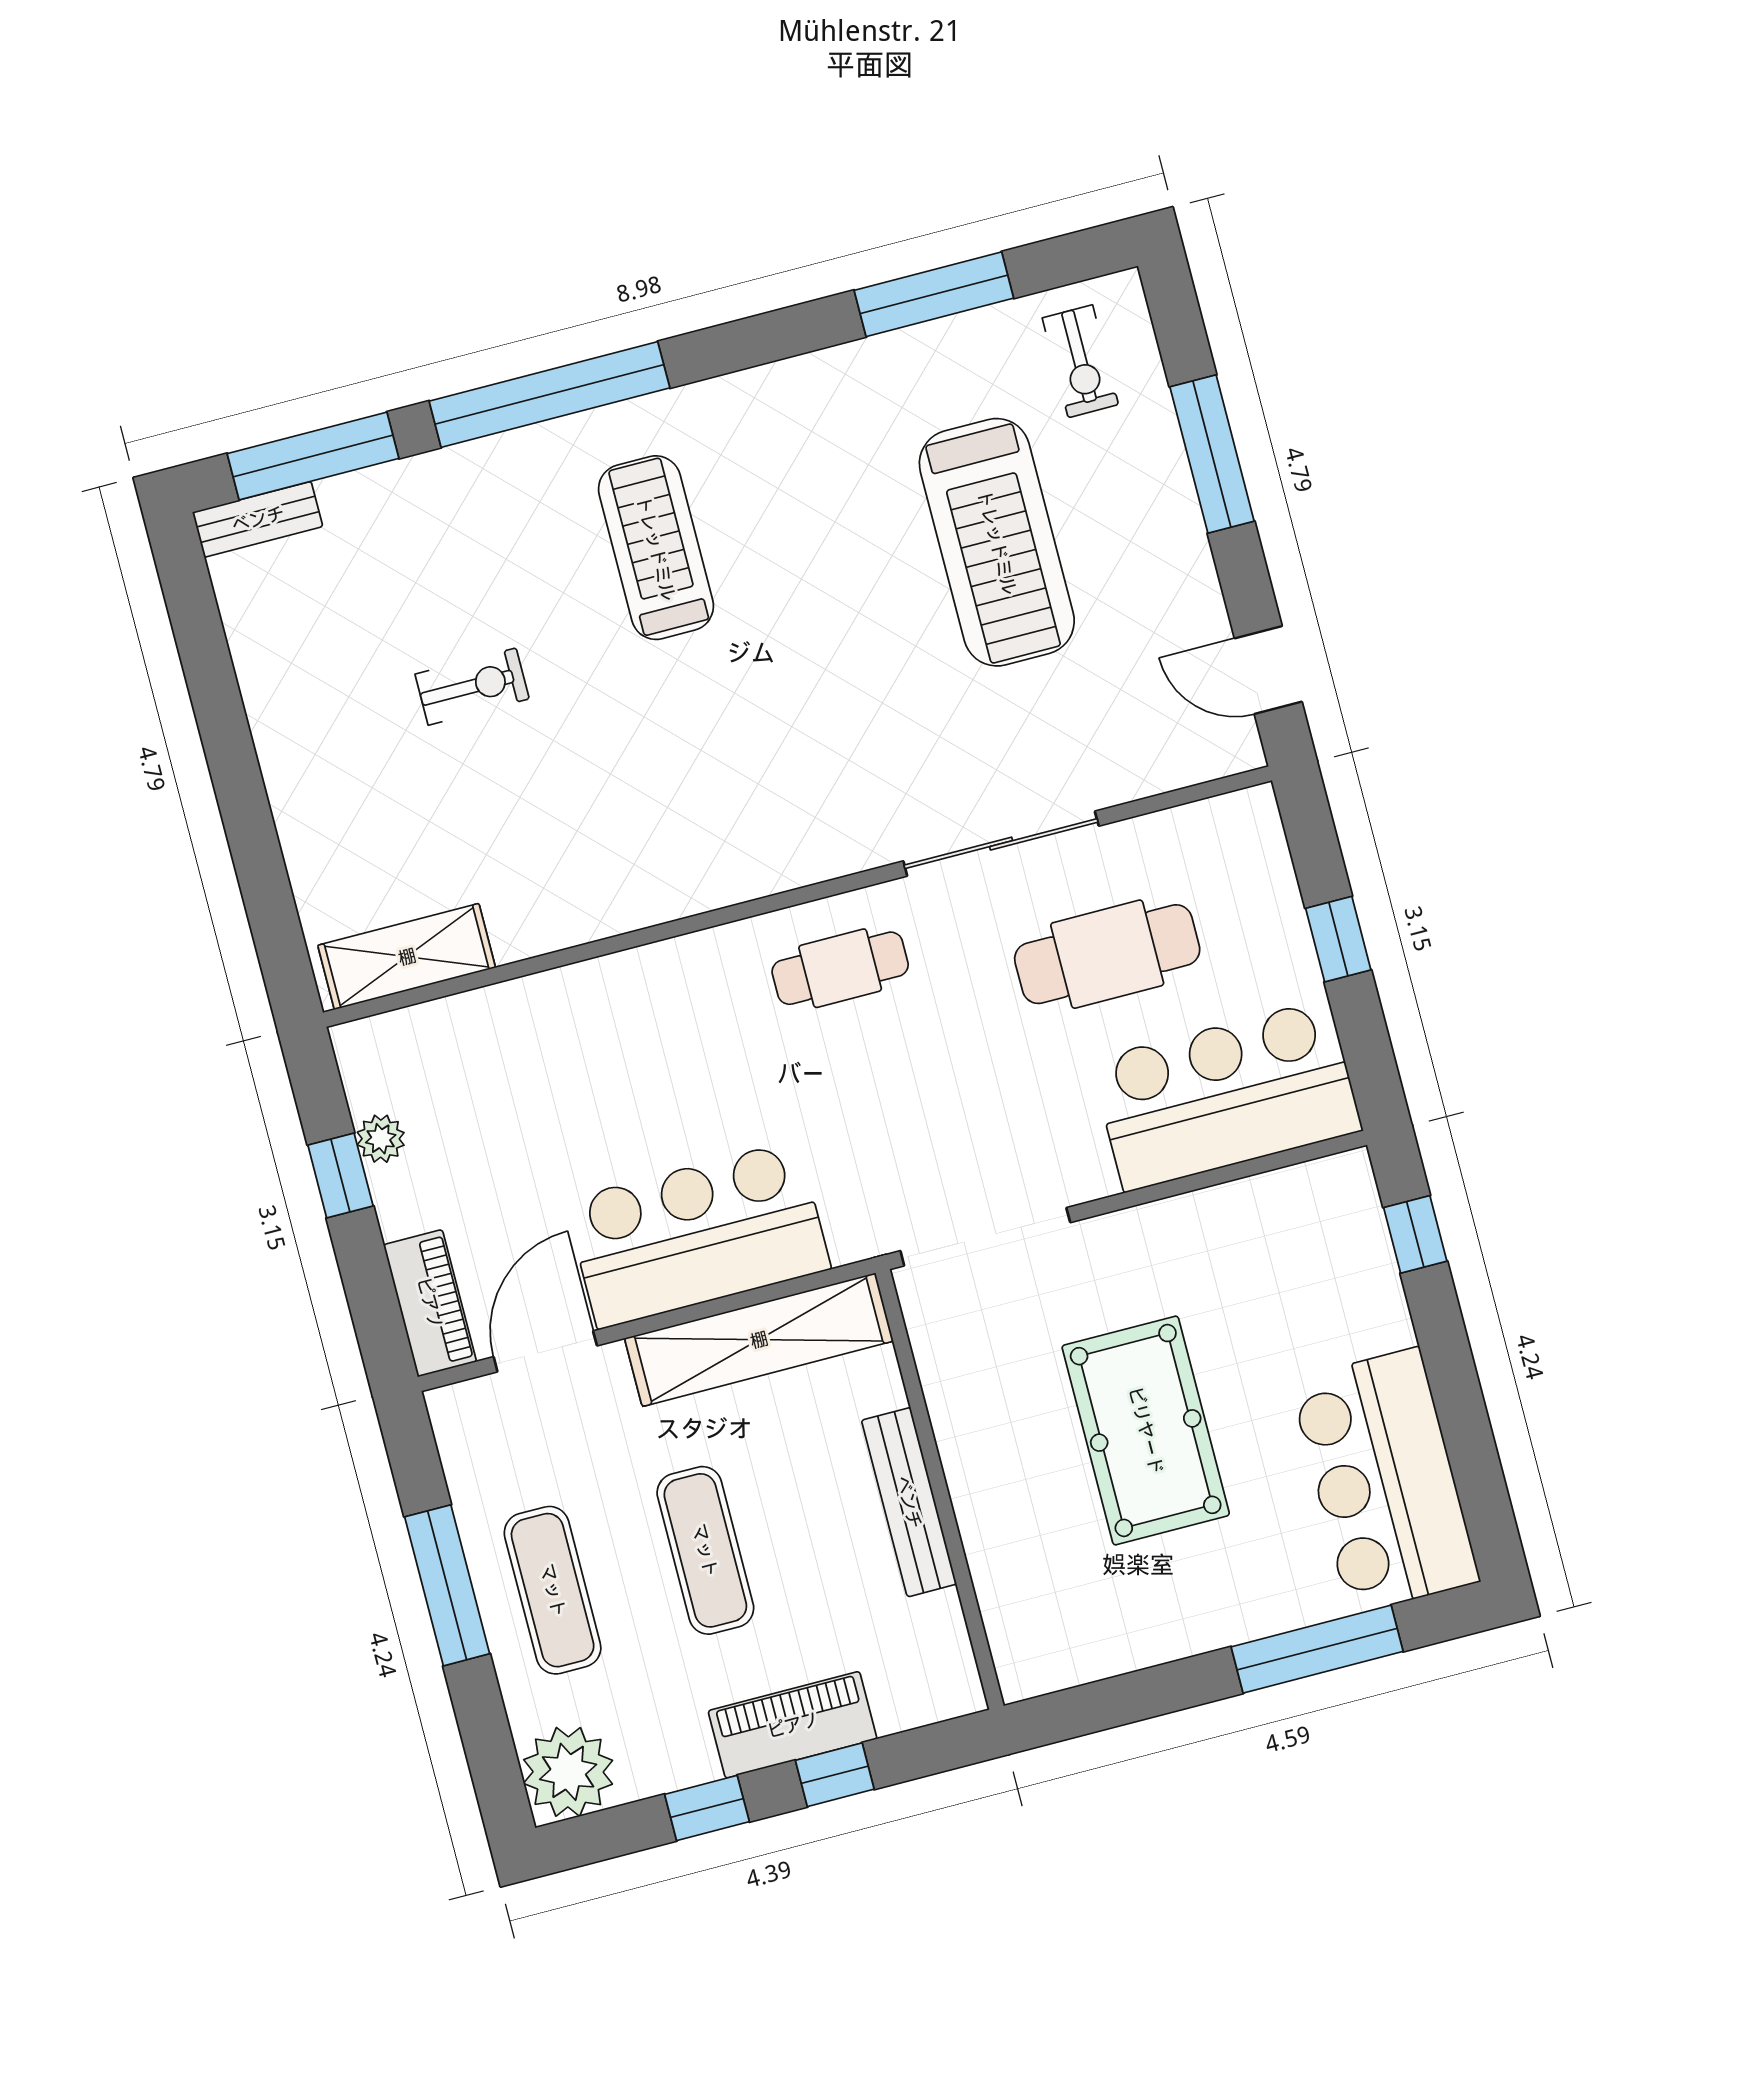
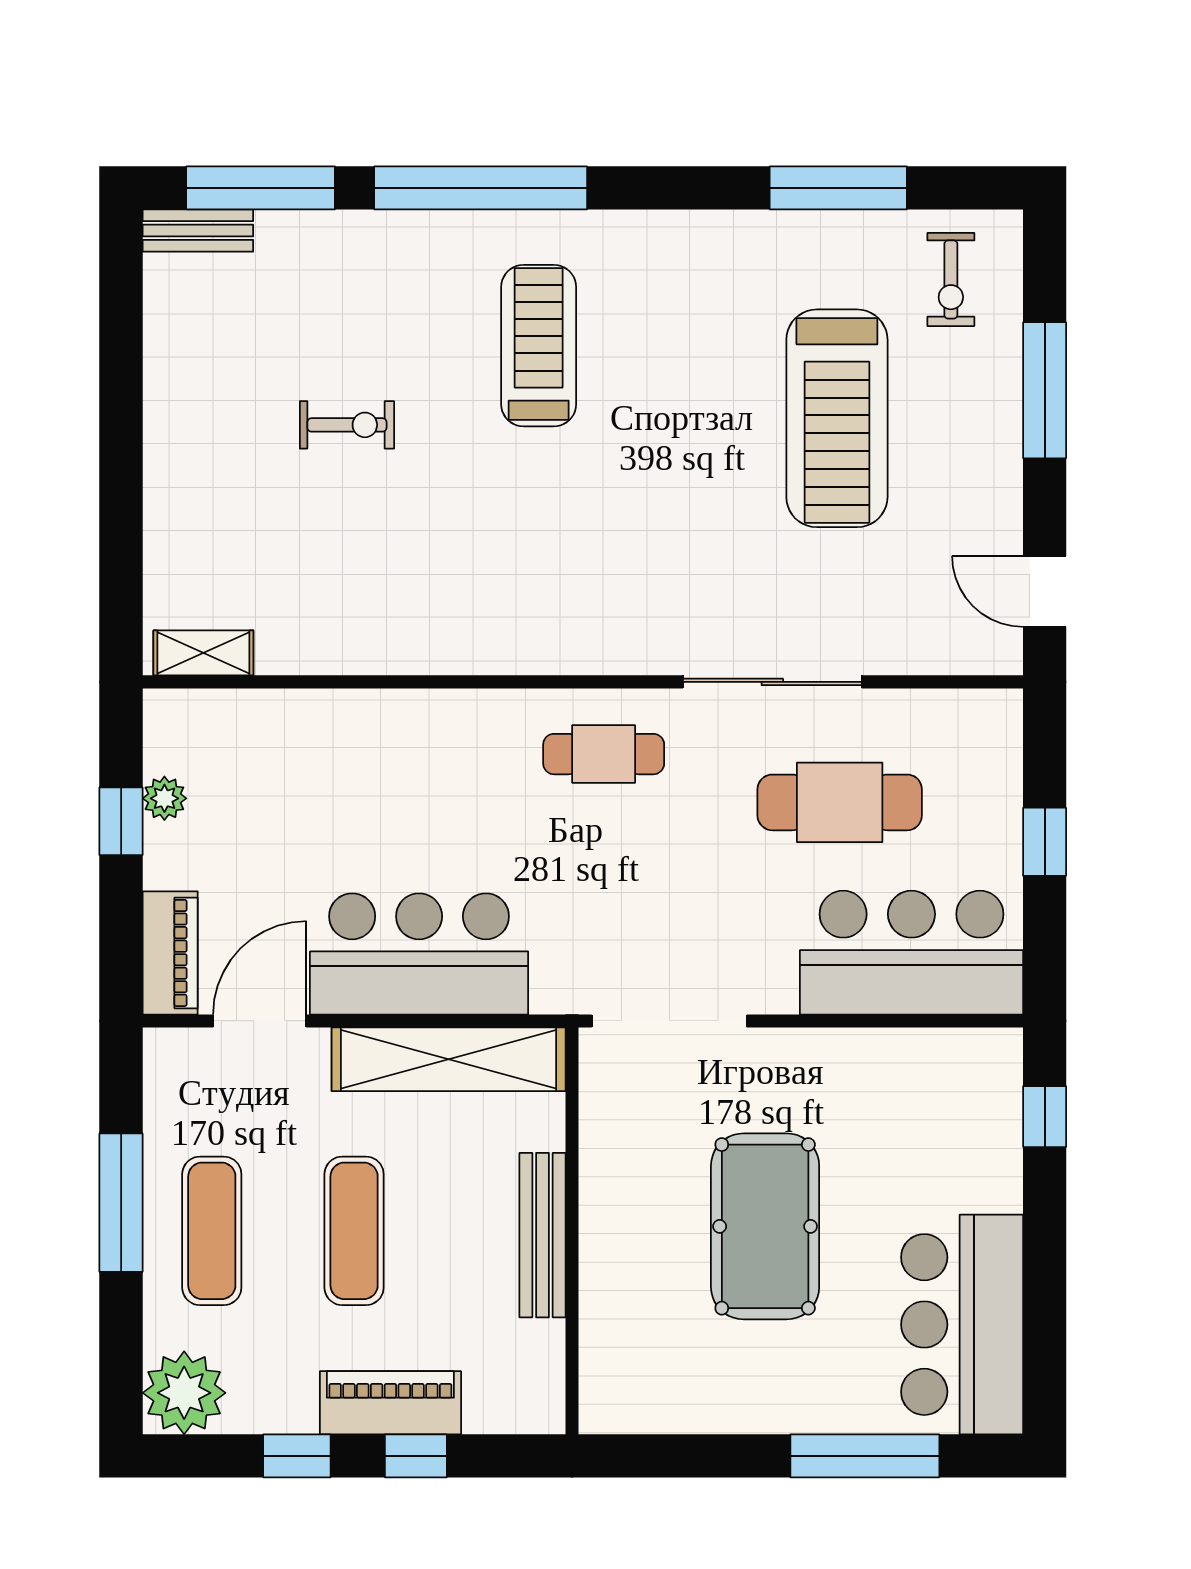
shelving: (407, 957) -> (203, 653), width x0.67, depth x0.75

